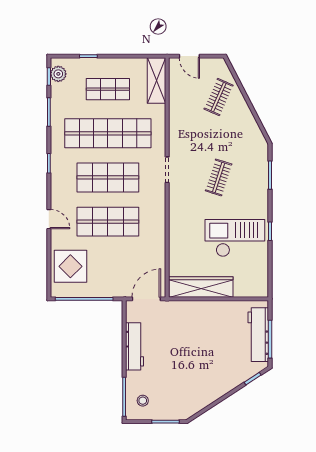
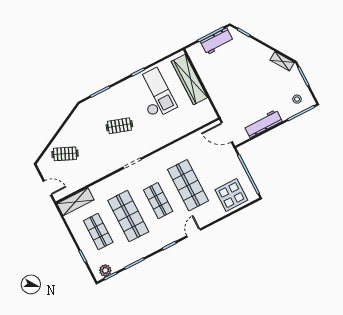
door: (189, 56) -> (47, 188), hinge flipped
shop shelf: (108, 133) -> (128, 216), width x0.71
shop shelf: (108, 177) -> (158, 201), width x0.70, depth x0.74
door: (49, 219) -> (194, 233), moved
checkout: (235, 238) -> (155, 93), turned 180
wardrobe: (201, 287) -> (189, 79), moved
workbench: (258, 335) -> (217, 41), width x0.73
shelving: (196, 406) -> (282, 61), added

